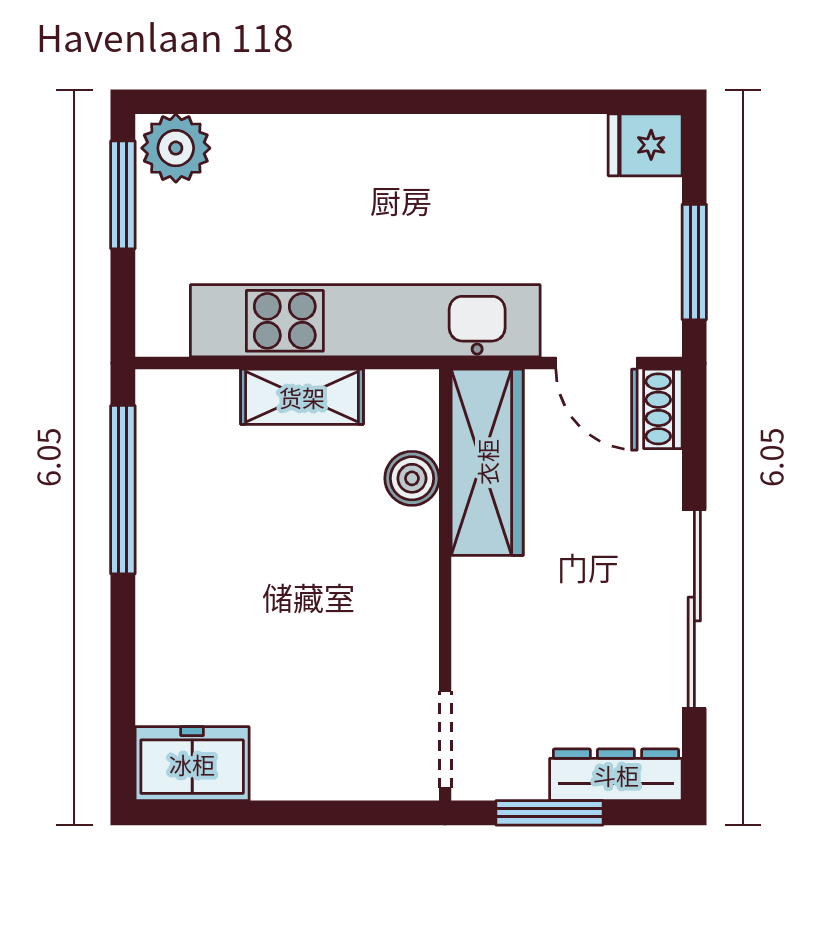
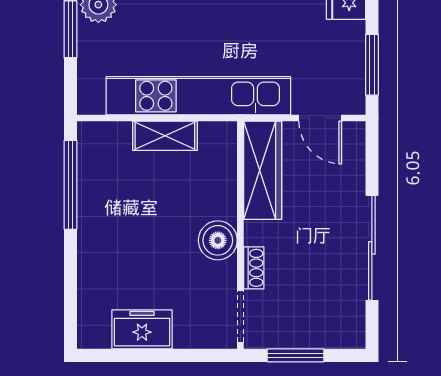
shoe rack: (663, 409) -> (254, 268), moved, turned 180
boiler: (412, 478) -> (218, 240), moved, width x1.36, depth x1.36
freezer: (192, 764) -> (142, 329), moved
dresser: (616, 775) -> (331, 335), removed

